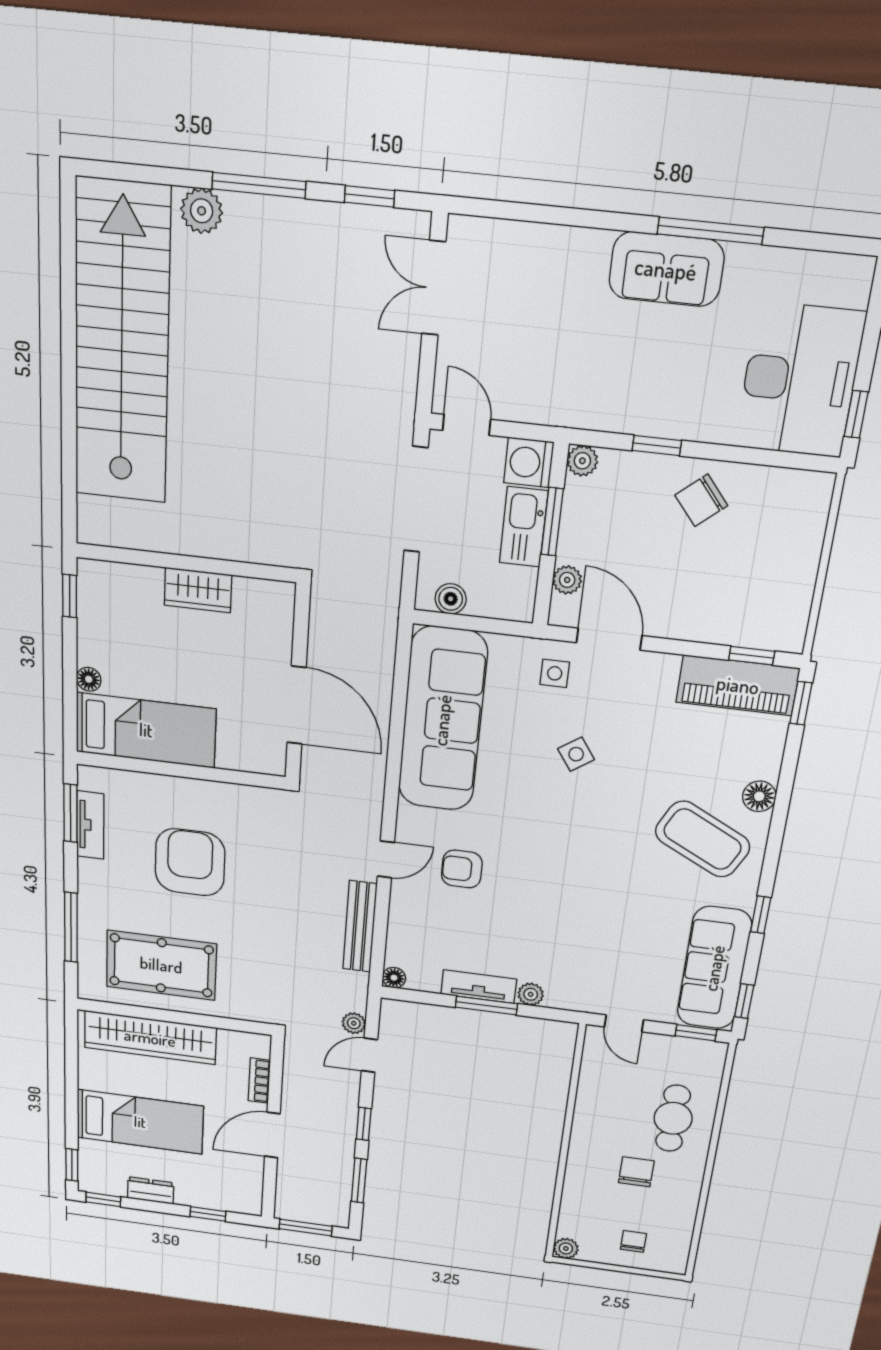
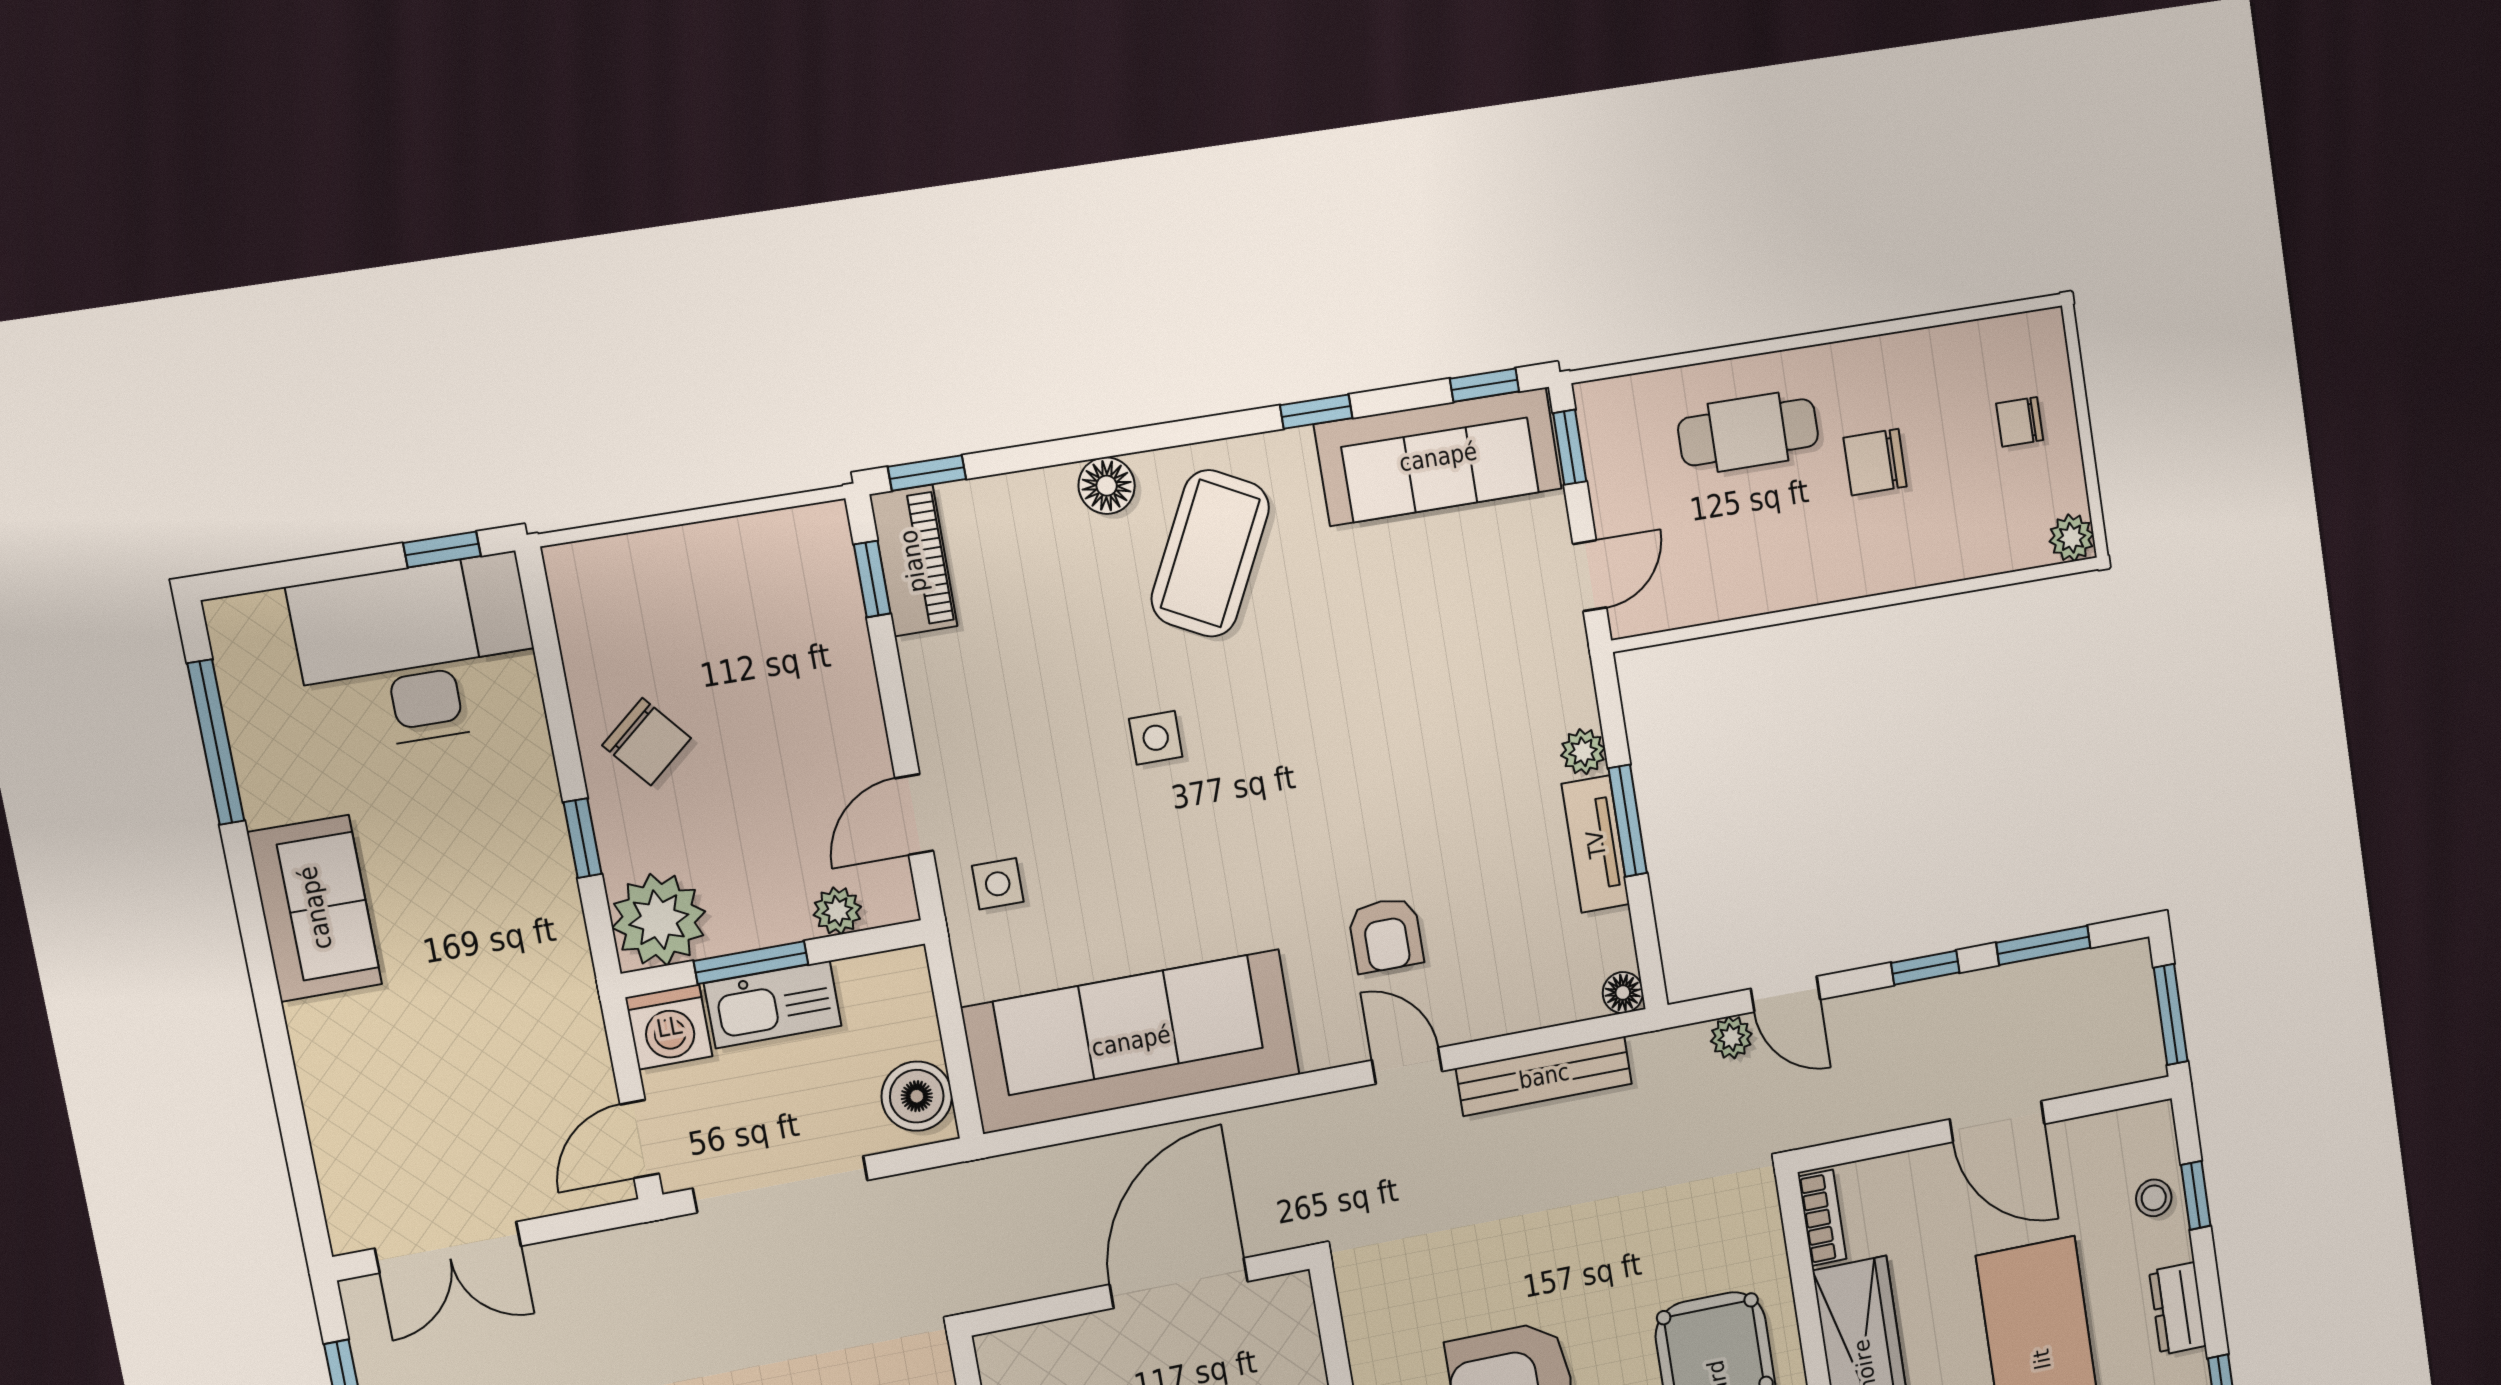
window: (710, 231) -> (216, 742), moved
plant: (582, 461) -> (659, 920), width x1.87, depth x1.87
boiler: (451, 599) -> (917, 1096), width x1.36, depth x1.36
door: (609, 639) -> (914, 815), width x0.73
piano: (738, 685) -> (913, 561), width x0.73, depth x0.75
side table: (576, 754) -> (1156, 738), moved, turned 35
bookcase: (259, 1081) -> (1822, 1218), moved, turned -90
stool: (212, 1195) -> (2154, 1198), added

